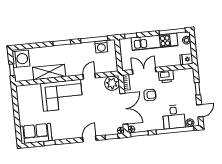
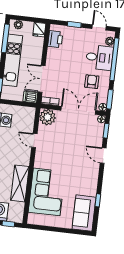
dishwasher: (126, 64) -> (30, 97), added
printer: (166, 76) -> (55, 39), moved
corner sofa: (62, 95) -> (47, 192), moved
armchair: (150, 95) -> (92, 82), moved

